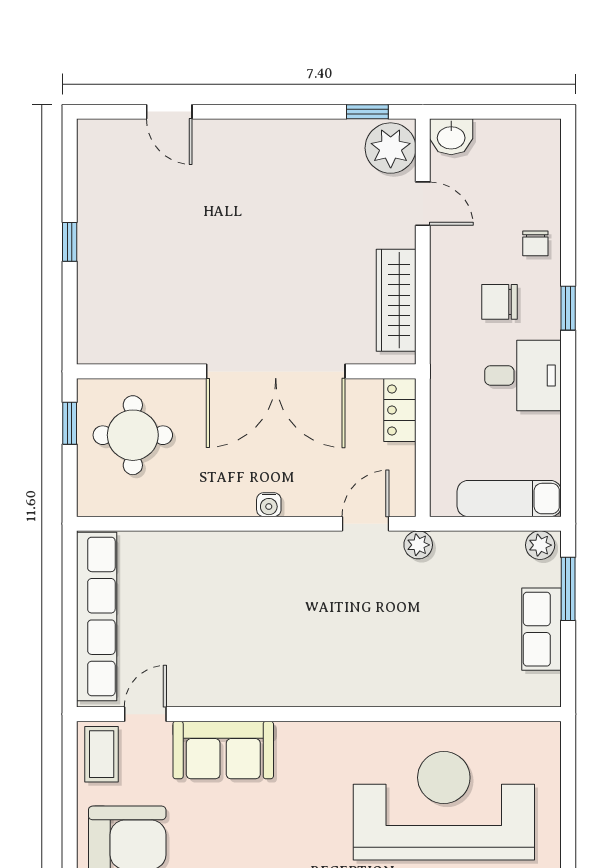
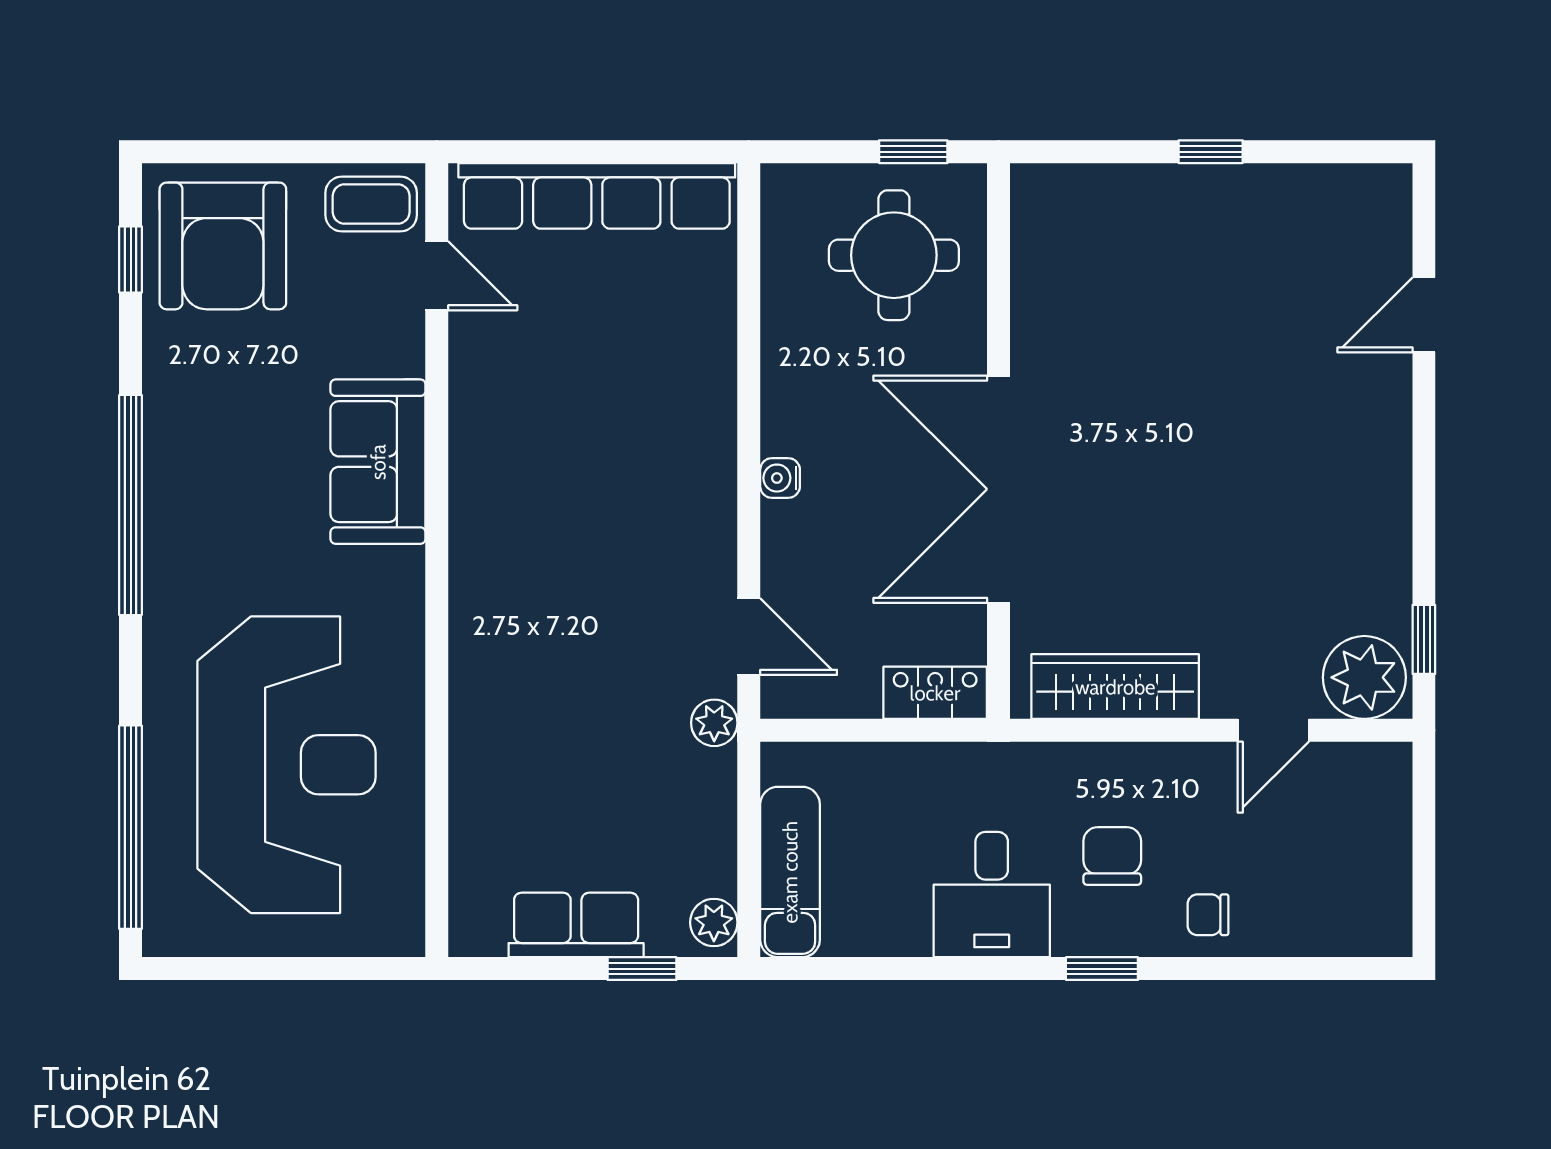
washbasin: (451, 137) -> (1383, 777), removed
window: (568, 589) -> (642, 969), width x0.67
sofa: (223, 750) -> (378, 462), moved

